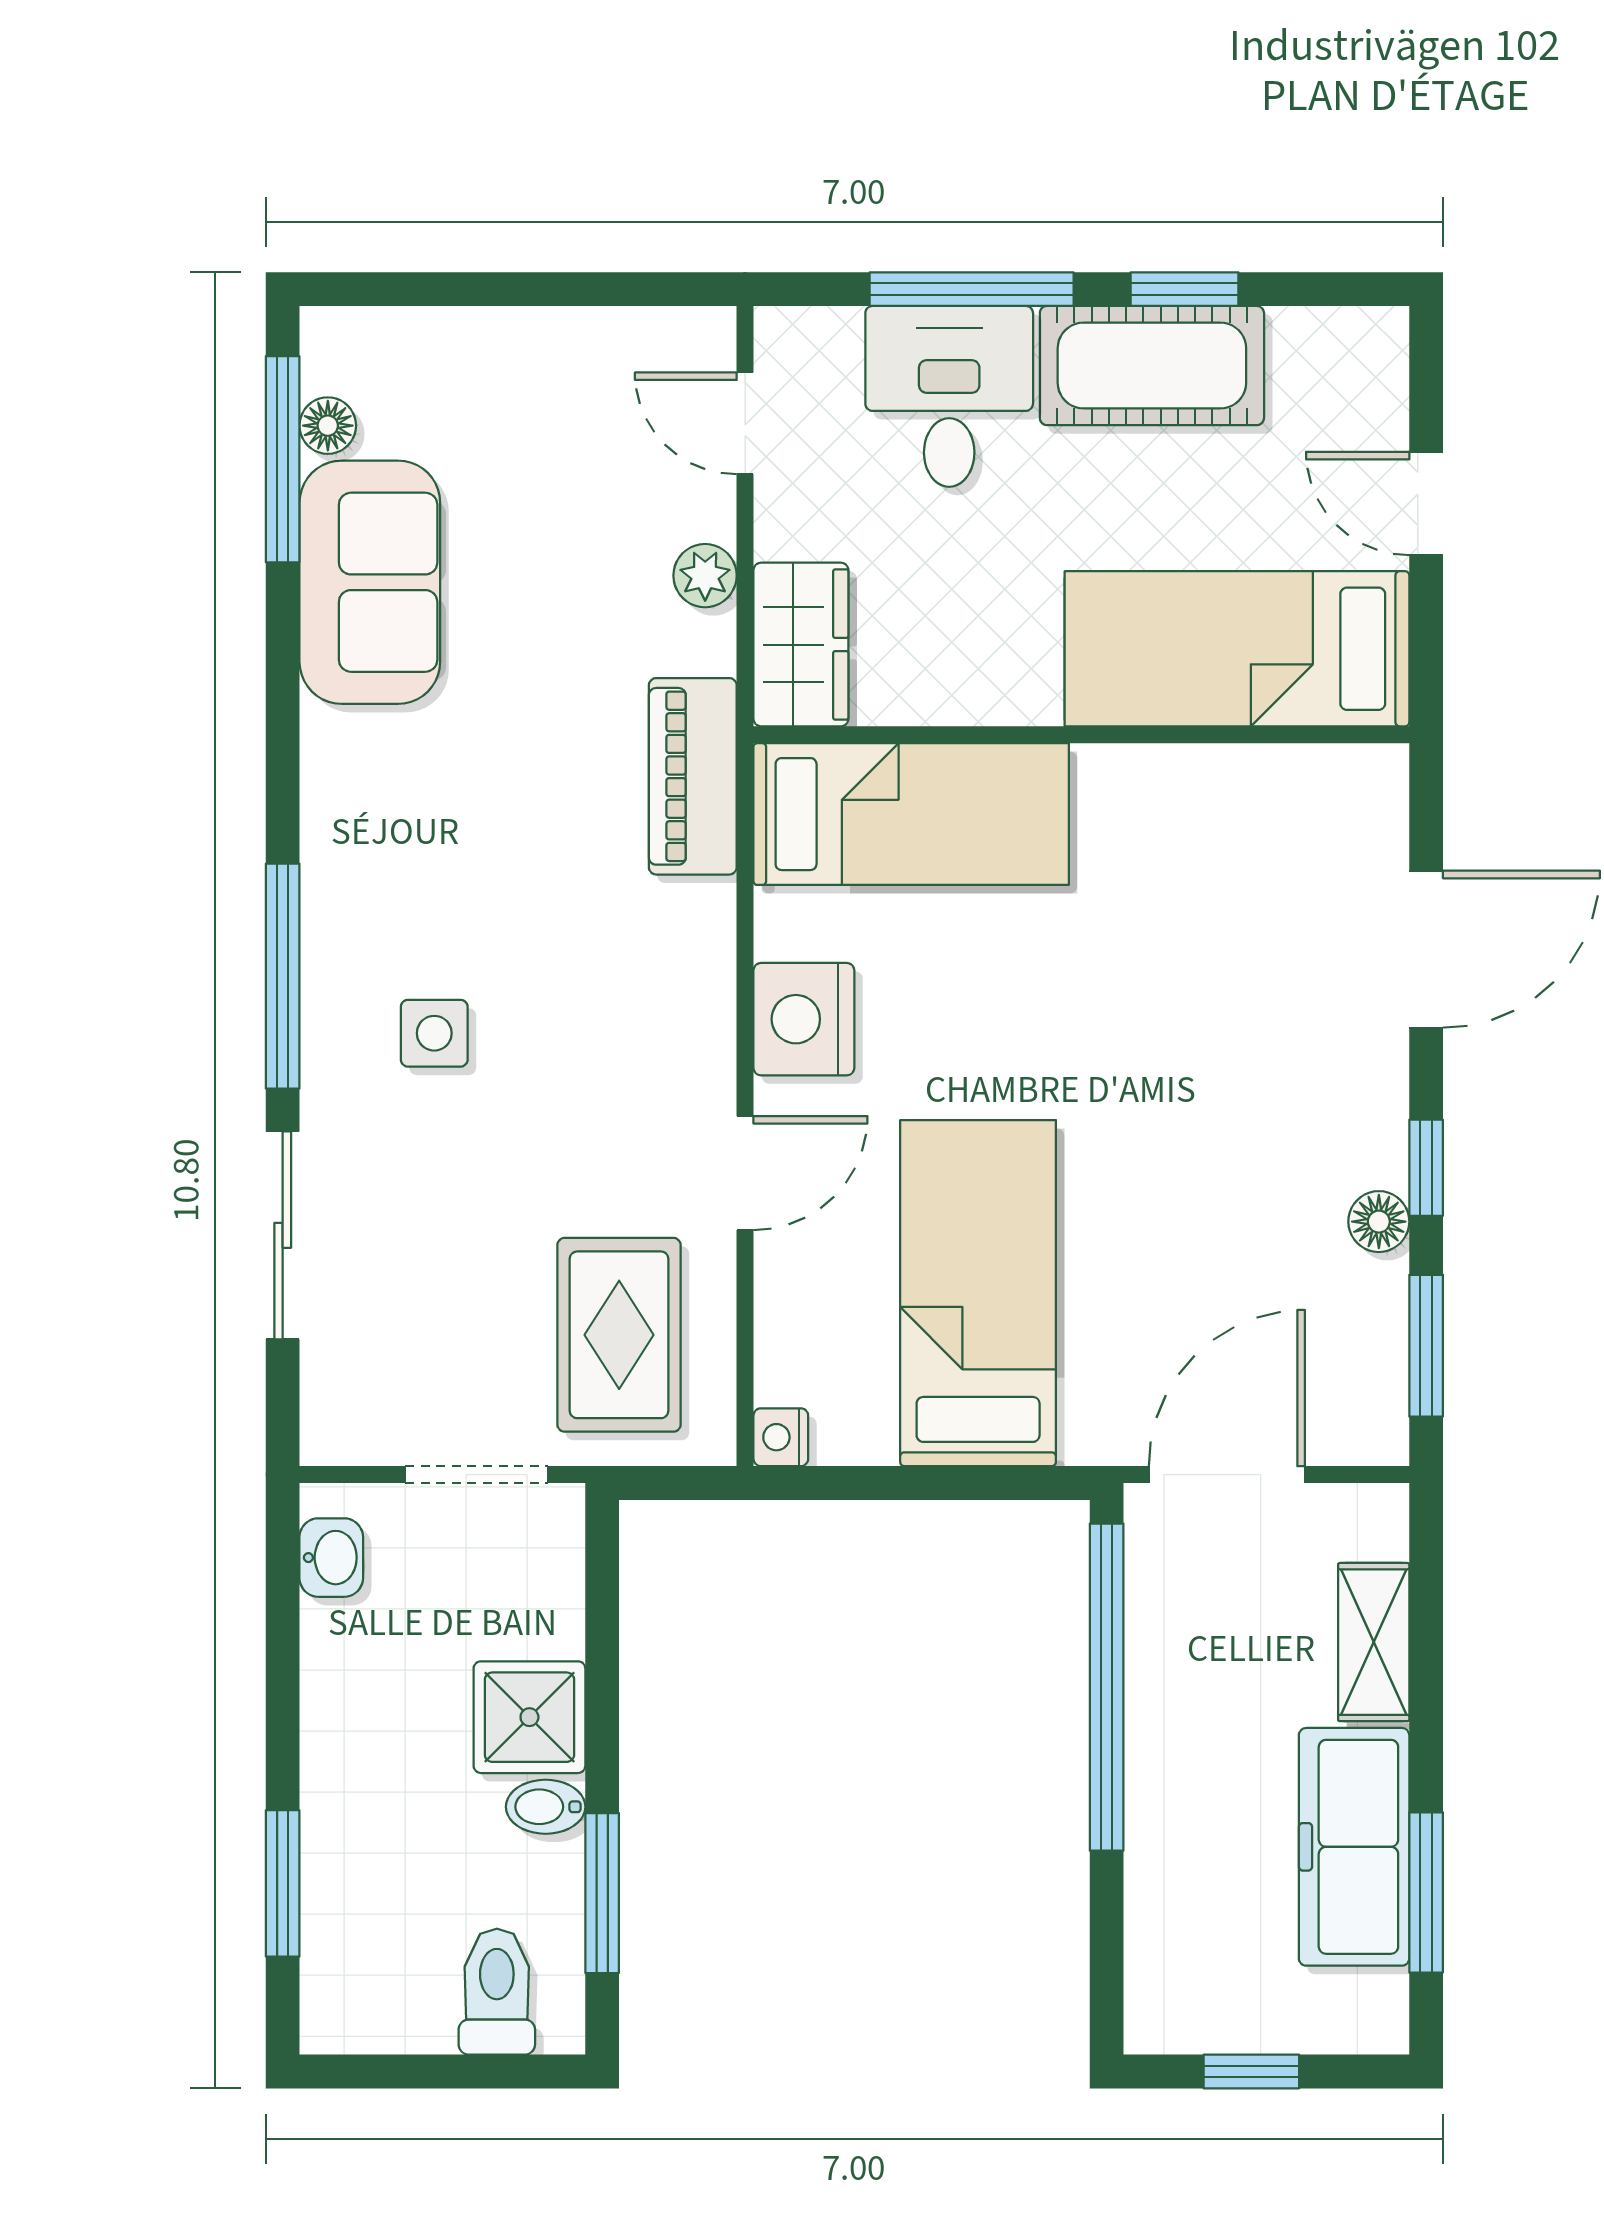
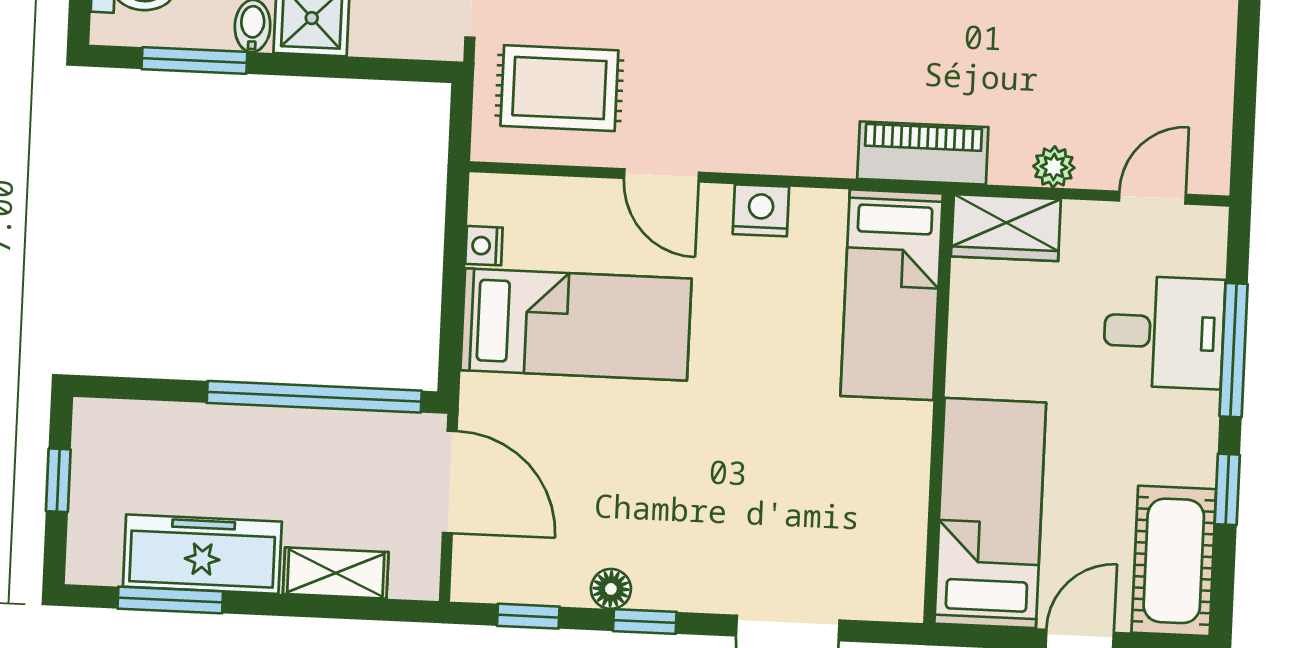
cot: (1152, 366) -> (1174, 561), moved
nightstand: (804, 1019) -> (761, 210), width x0.74, depth x0.75
window: (1426, 1346) -> (528, 616), width x0.67
nightstand: (781, 1437) -> (484, 246), moved, turned -90

